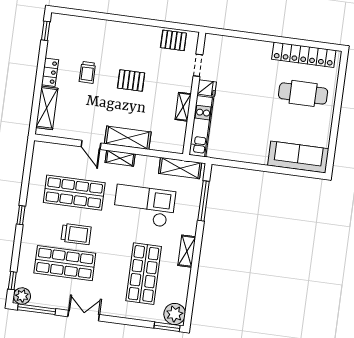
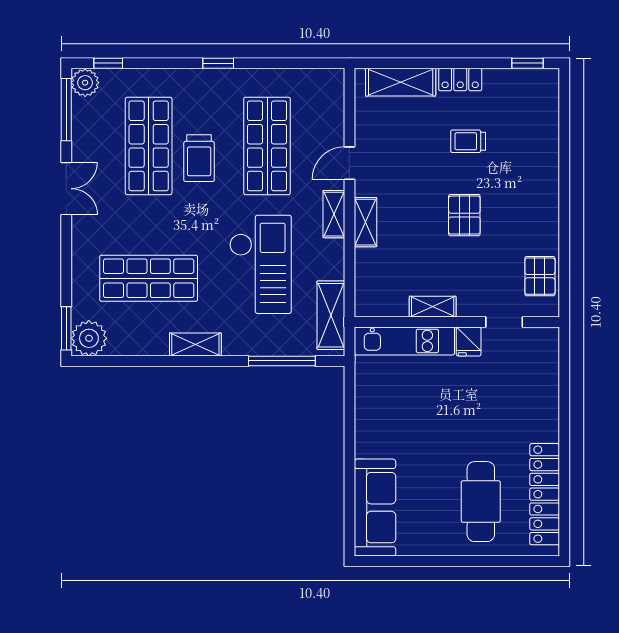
shelving: (128, 138) -> (365, 222), width x0.67, depth x0.75

